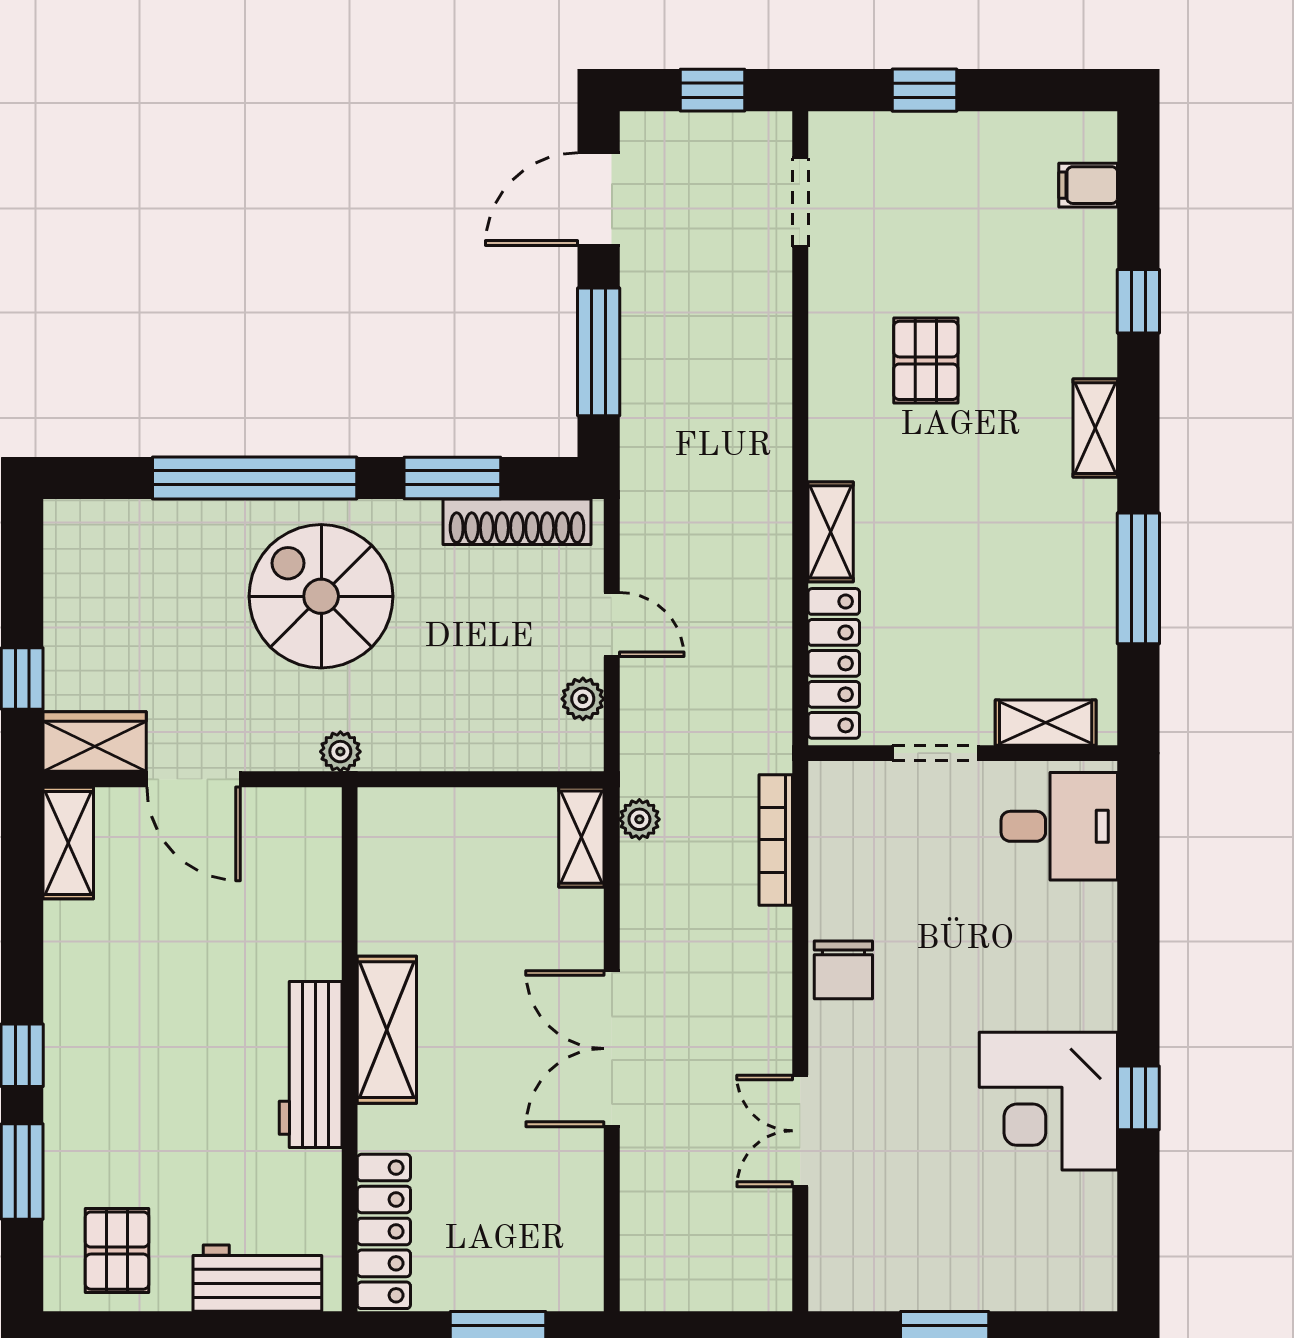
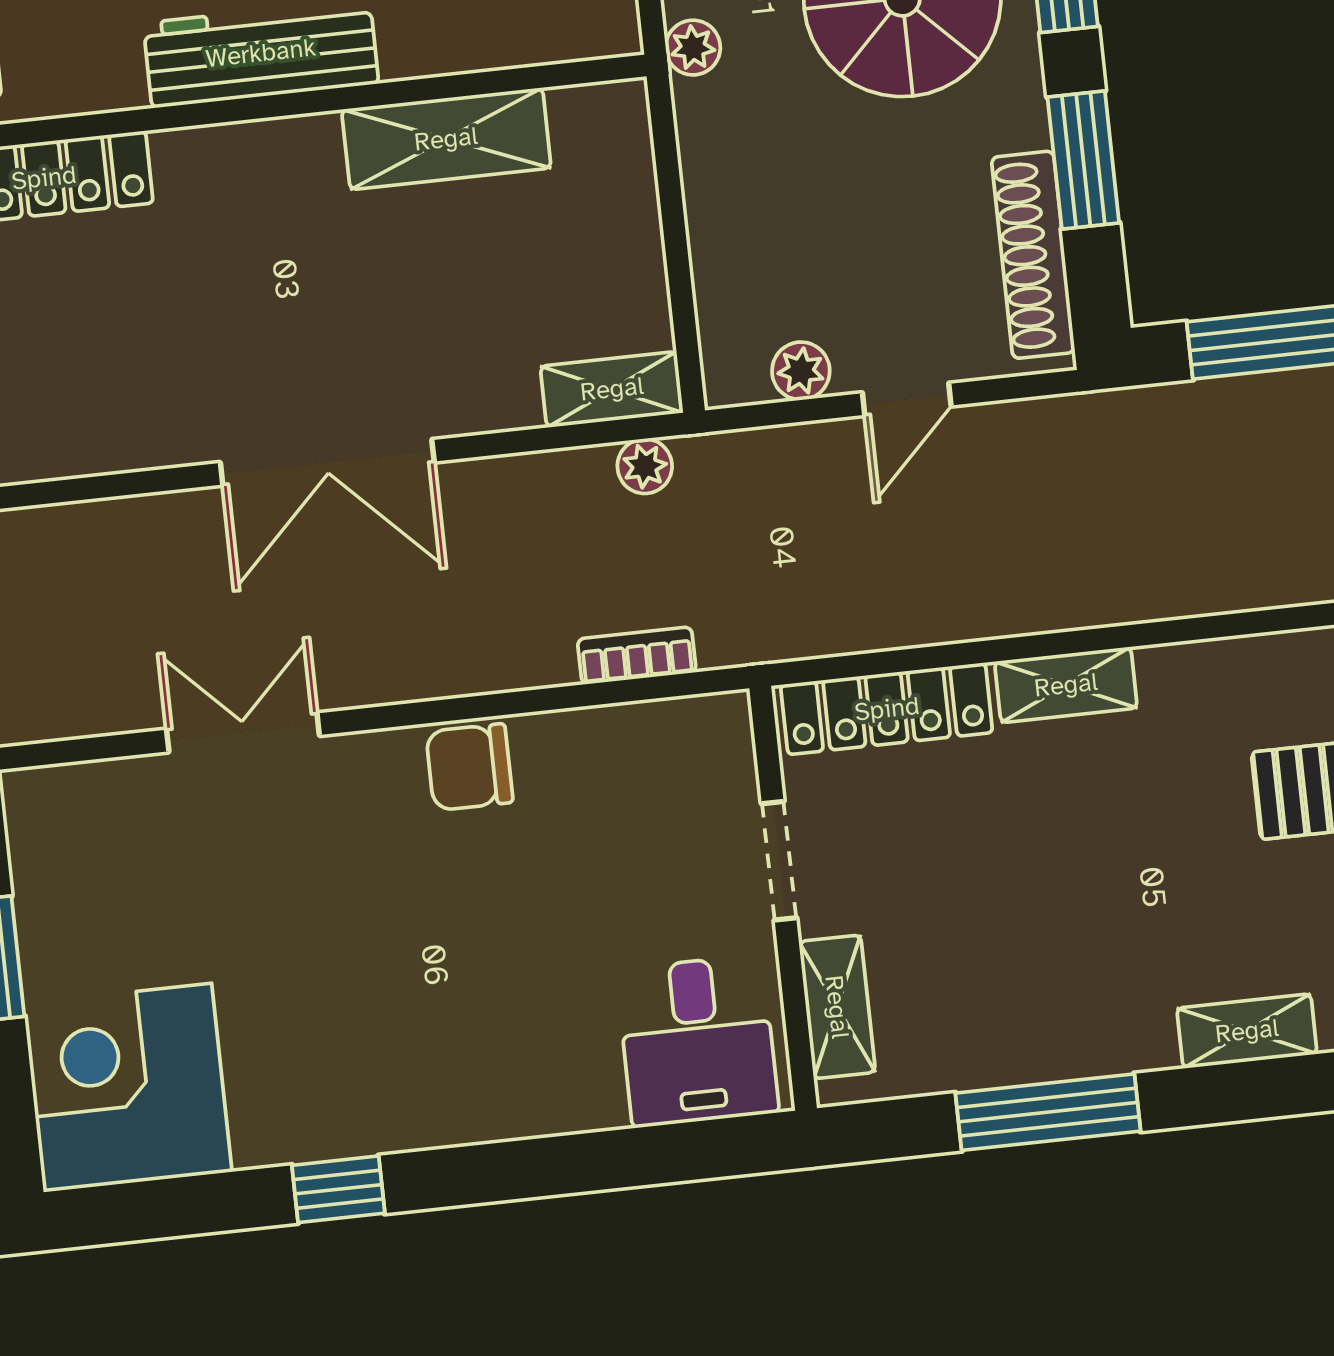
bookcase: (776, 840) -> (637, 656), width x0.64
shelving: (387, 1030) -> (446, 139), moved
double door: (612, 1049) -> (327, 462), swing flipped
corner desk: (1048, 1101) -> (128, 1088), moved

